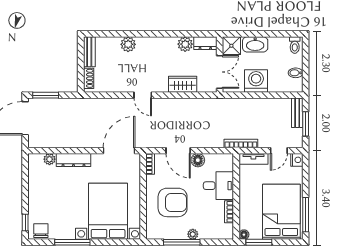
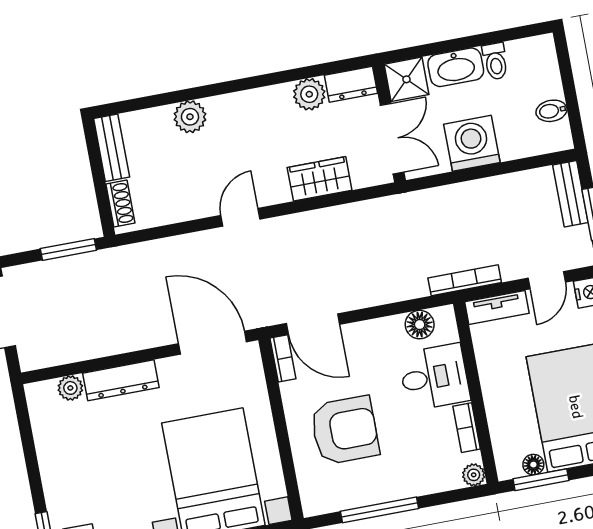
toilet: (295, 45) -> (495, 61), moved
window: (46, 95) -> (68, 249), moved
door: (143, 95) -> (240, 217), swing flipped
door: (119, 151) -> (213, 343), hinge flipped
door: (178, 151) -> (313, 324), moved
floor lamp: (198, 160) -> (420, 325), moved
plant: (193, 234) -> (474, 475), moved
floor lamp: (244, 235) -> (533, 465), moved

